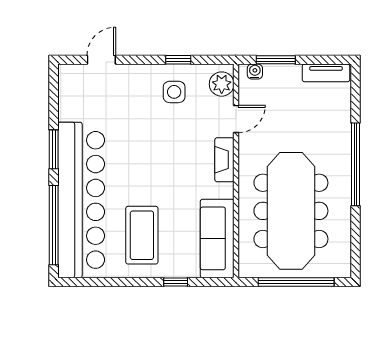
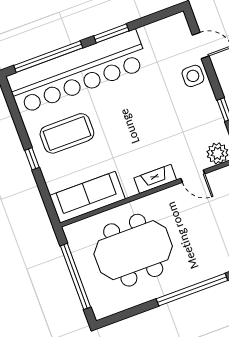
side table: (174, 92) -> (193, 76), moved
meeting table: (291, 211) -> (133, 250), width x0.73
window: (176, 282) -> (32, 159), moved

